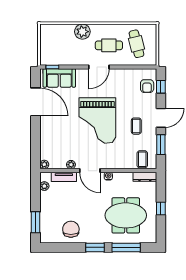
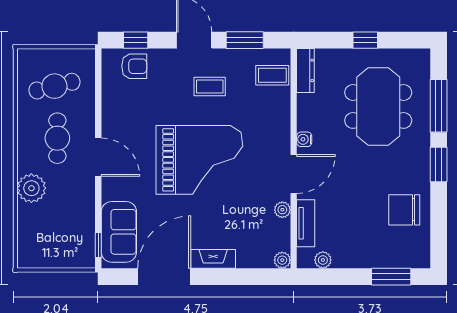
fireplace: (45, 128) -> (213, 259), added

